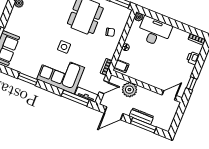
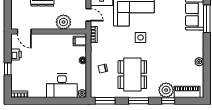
printer: (193, 58) -> (16, 54), moved
window: (192, 83) -> (8, 69), moved
door: (104, 87) -> (88, 15), swing flipped
door: (169, 95) -> (24, 32), hinge flipped

